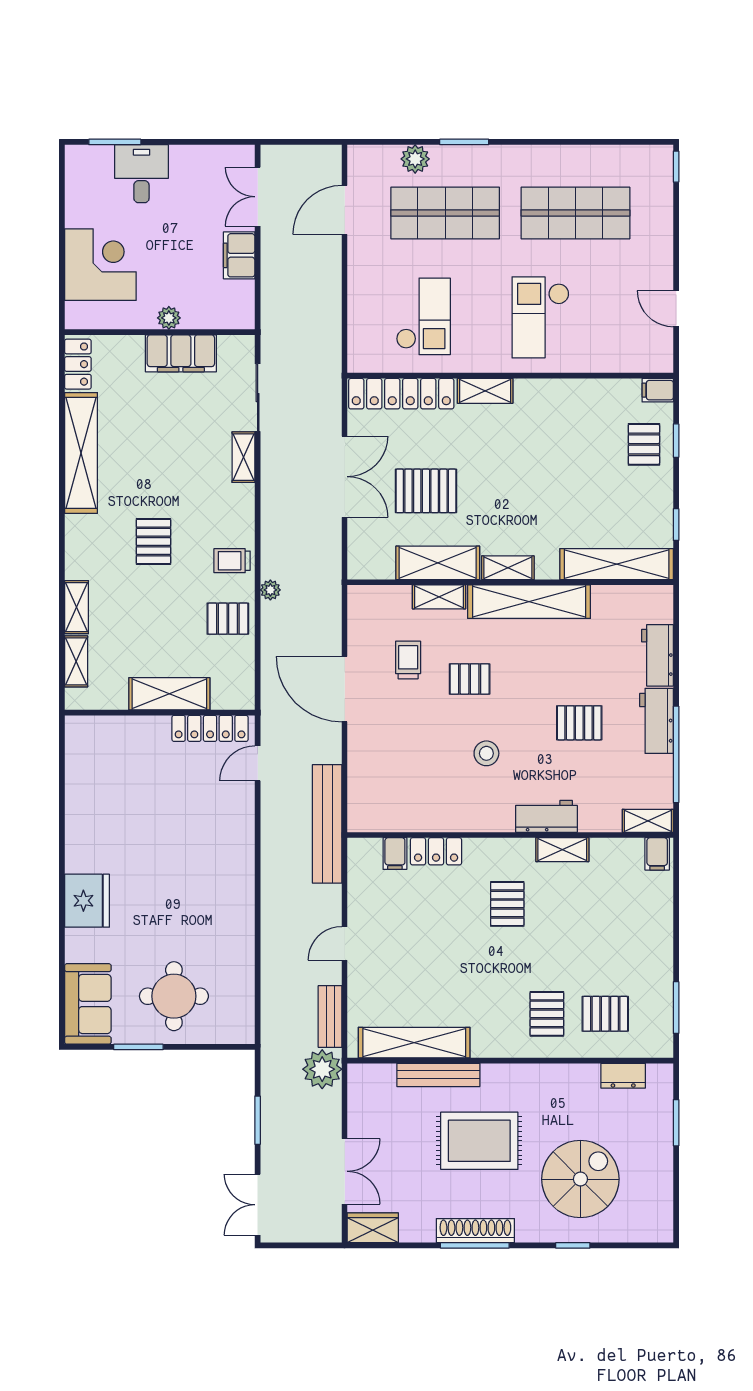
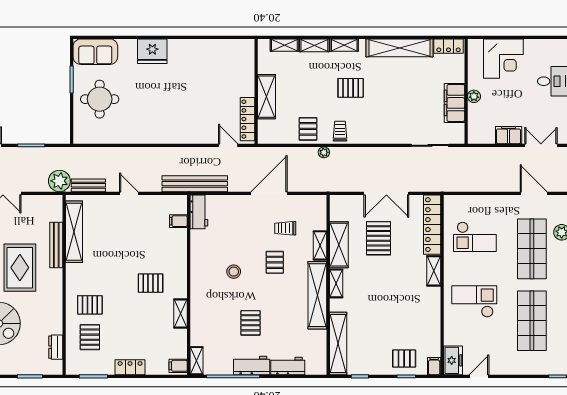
freezer: (647, 356) -> (453, 360), added
shelving: (243, 457) -> (344, 45), moved
trolley: (408, 660) -> (285, 228), turned 180
workbench: (546, 816) -> (199, 212), moved
locker: (436, 851) -> (130, 367), moved, turned 90

